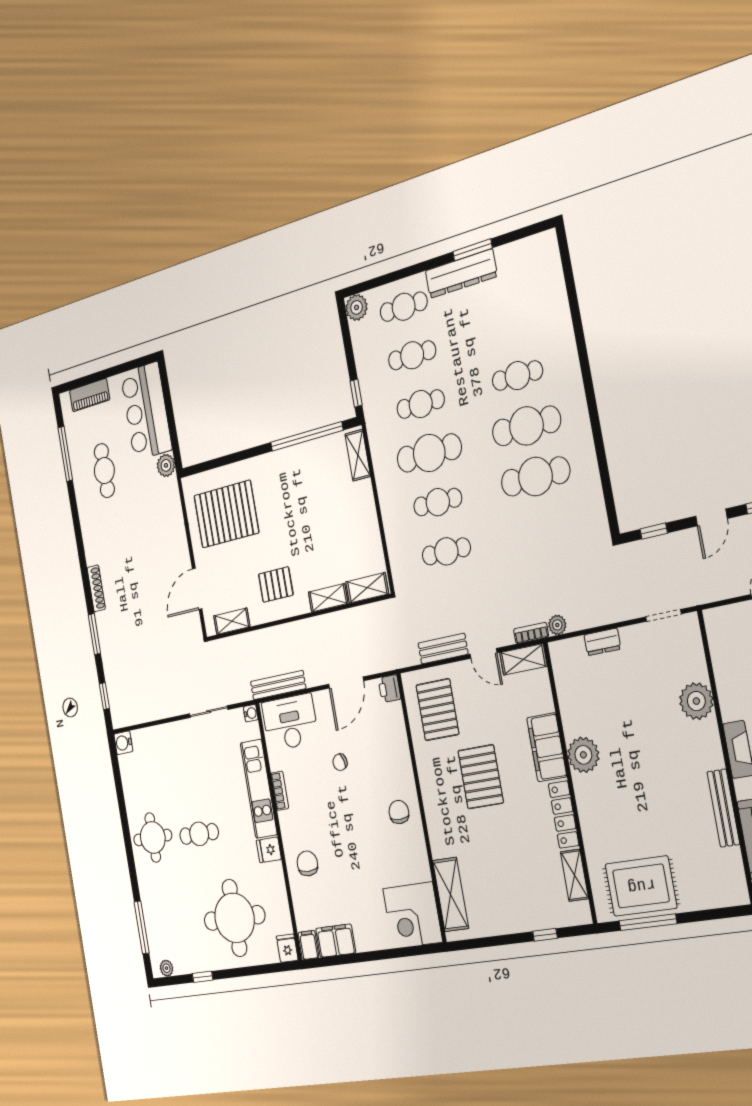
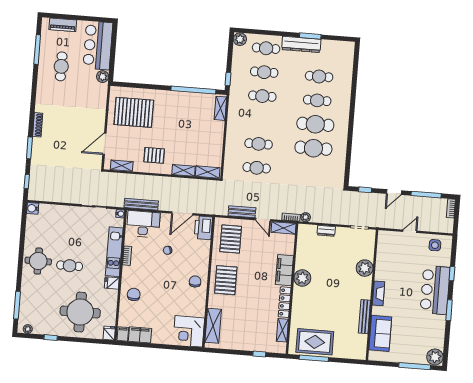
cafe table: (429, 453) -> (319, 76), moved, width x0.73, depth x0.74
printer: (389, 689) -> (203, 228), width x1.87, depth x1.48
pallet: (481, 777) -> (226, 280), moved

